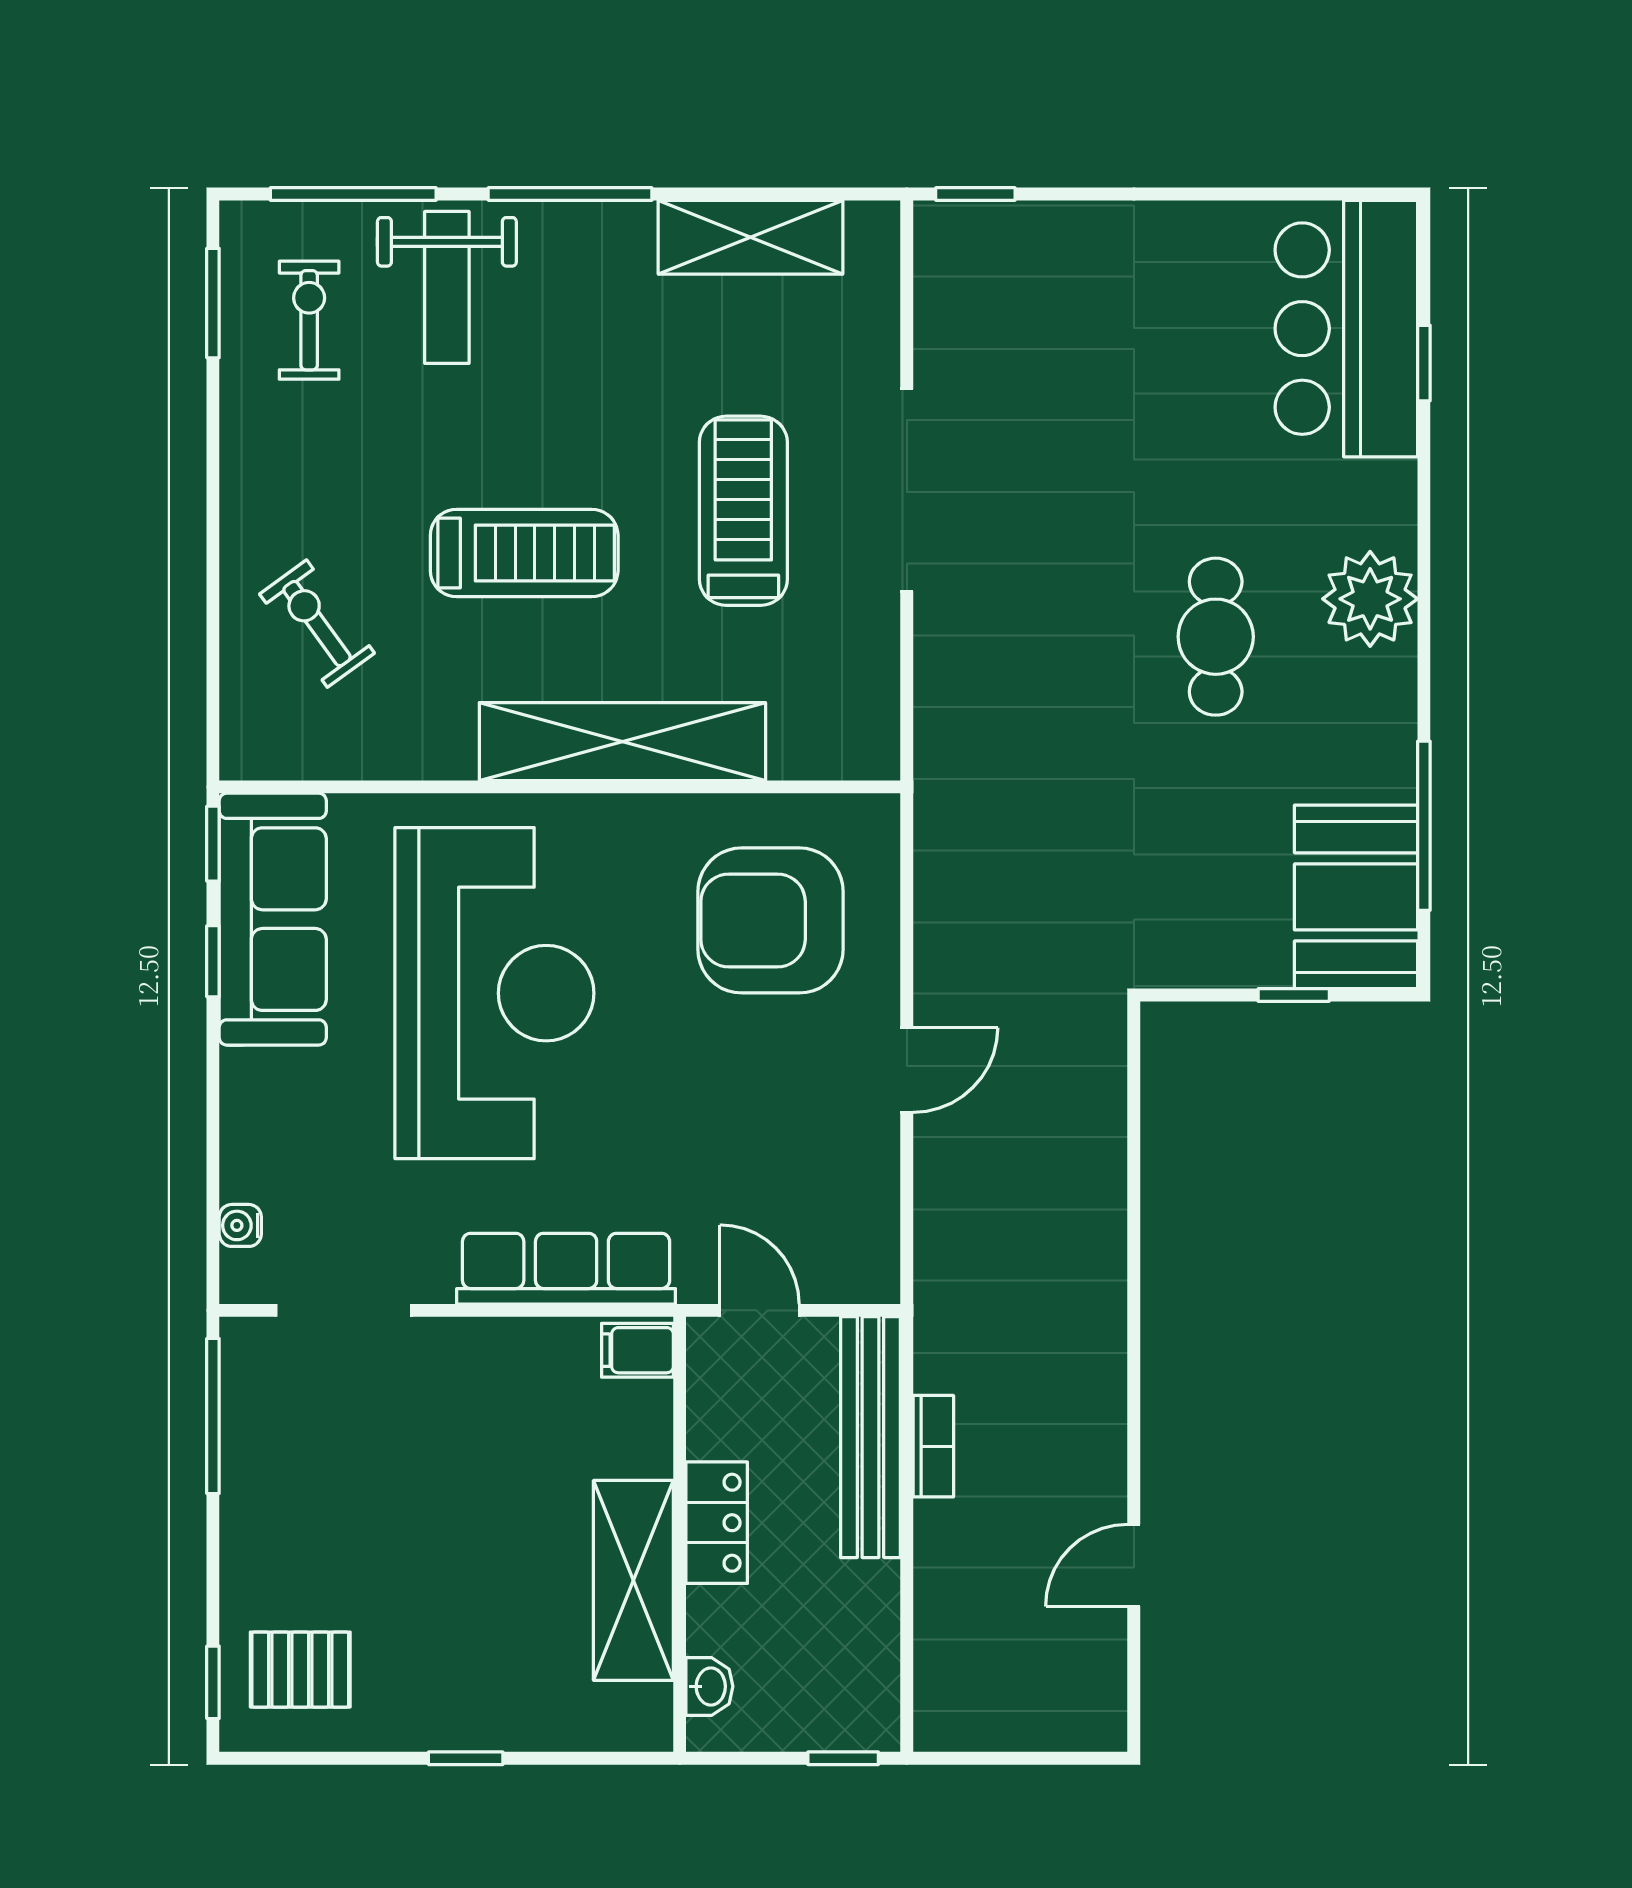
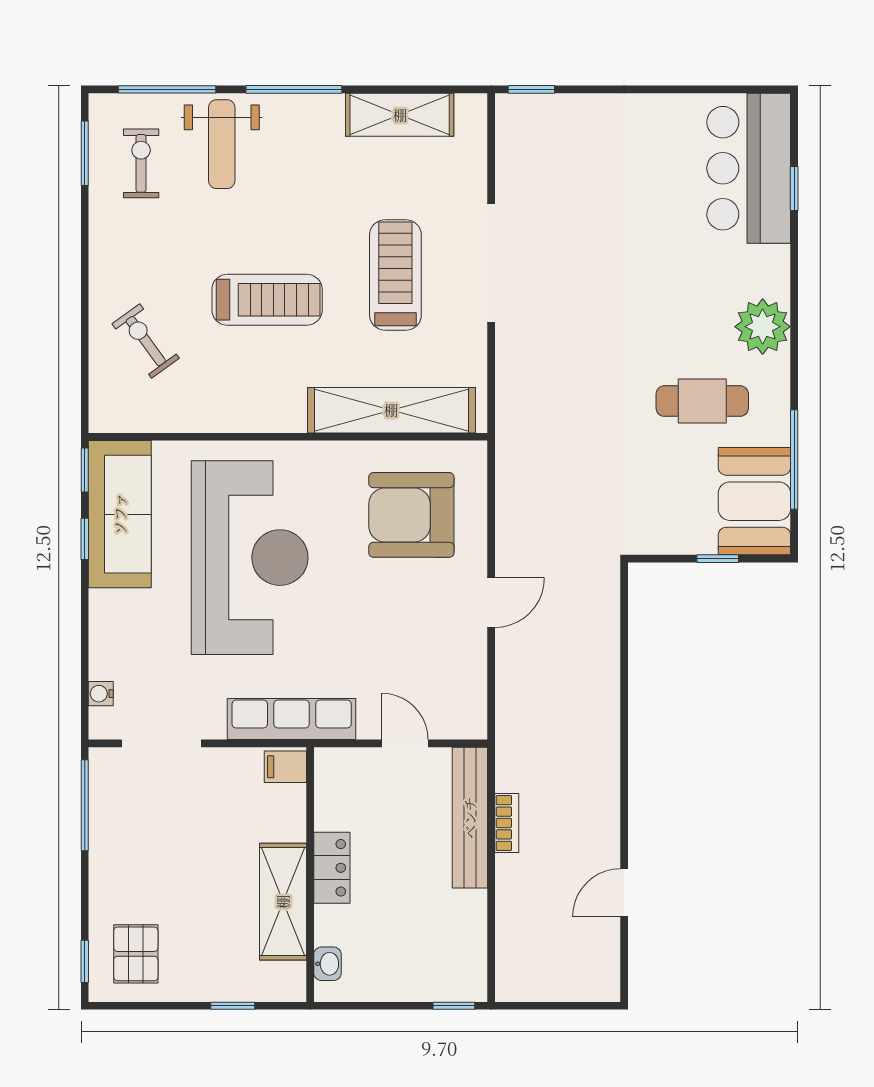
cafe table: (1216, 637) -> (702, 401), moved, turned 90
shelving: (622, 742) -> (391, 410), moved
filing cabinet: (637, 1350) -> (285, 767), moved
locker: (717, 1523) -> (332, 868), moved
wall: (680, 1534) -> (310, 875), moved
shelving: (633, 1580) -> (283, 902), moved
pallet: (300, 1670) -> (136, 954), turned 90
washbasin: (709, 1686) -> (328, 964), moved

